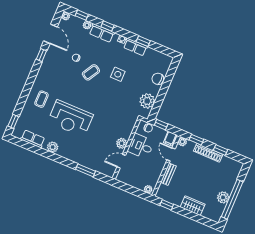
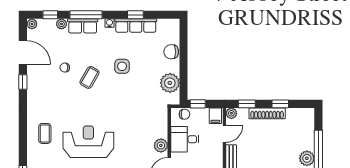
window: (107, 26) -> (86, 15), width x2.17
row of seats: (135, 47) -> (136, 26), width x1.48
reception desk: (70, 118) -> (88, 142), turned 180
door: (171, 154) -> (224, 134), swing flipped

